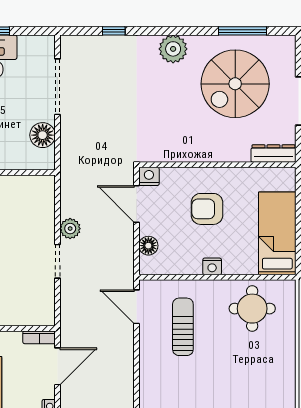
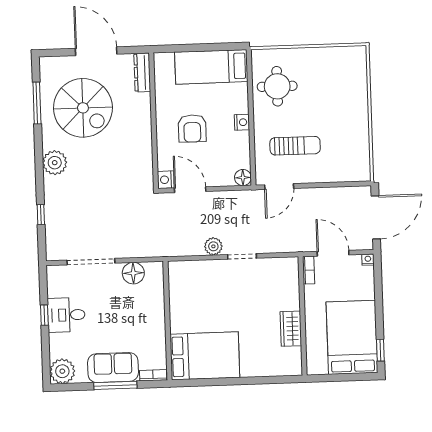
door: (136, 204) -> (190, 190), swing flipped
floor lamp: (148, 246) -> (243, 178), moved
sun lounger: (183, 327) -> (295, 146), turned 180

